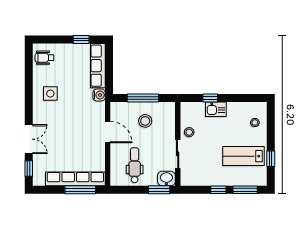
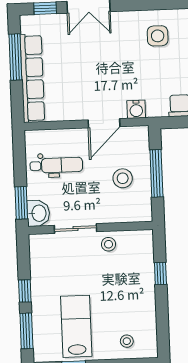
water cooler: (99, 95) -> (136, 109), moved
kitchen sink: (216, 109) -> (144, 282), removed
window: (80, 190) -> (15, 57), moved

